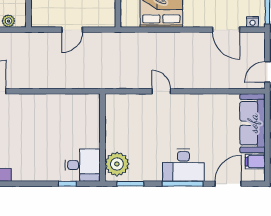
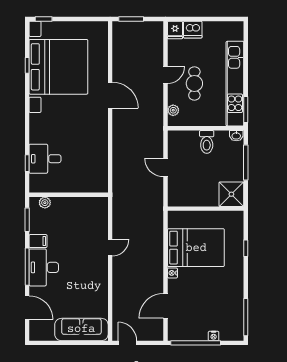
nightstand: (252, 22) -> (172, 273), moved
filing cabinet: (255, 162) -> (38, 241), moved, turned 90
plant: (117, 164) -> (45, 203), width x0.53, depth x0.53
desk: (83, 165) -> (45, 159), moved, turned 90

